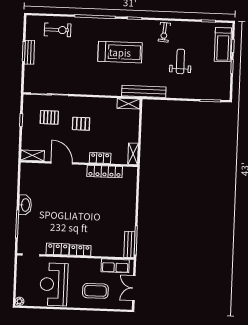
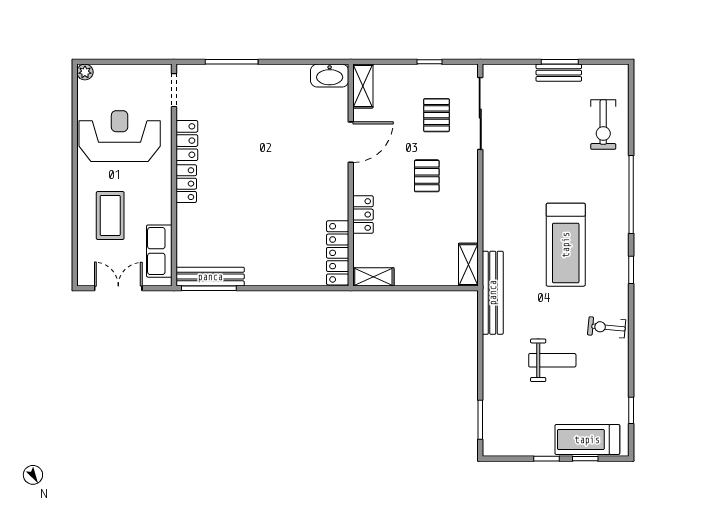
locker: (105, 172) -> (338, 253), moved
washbasin: (25, 205) -> (330, 76), moved
bench: (129, 244) -> (210, 277), width x1.36

